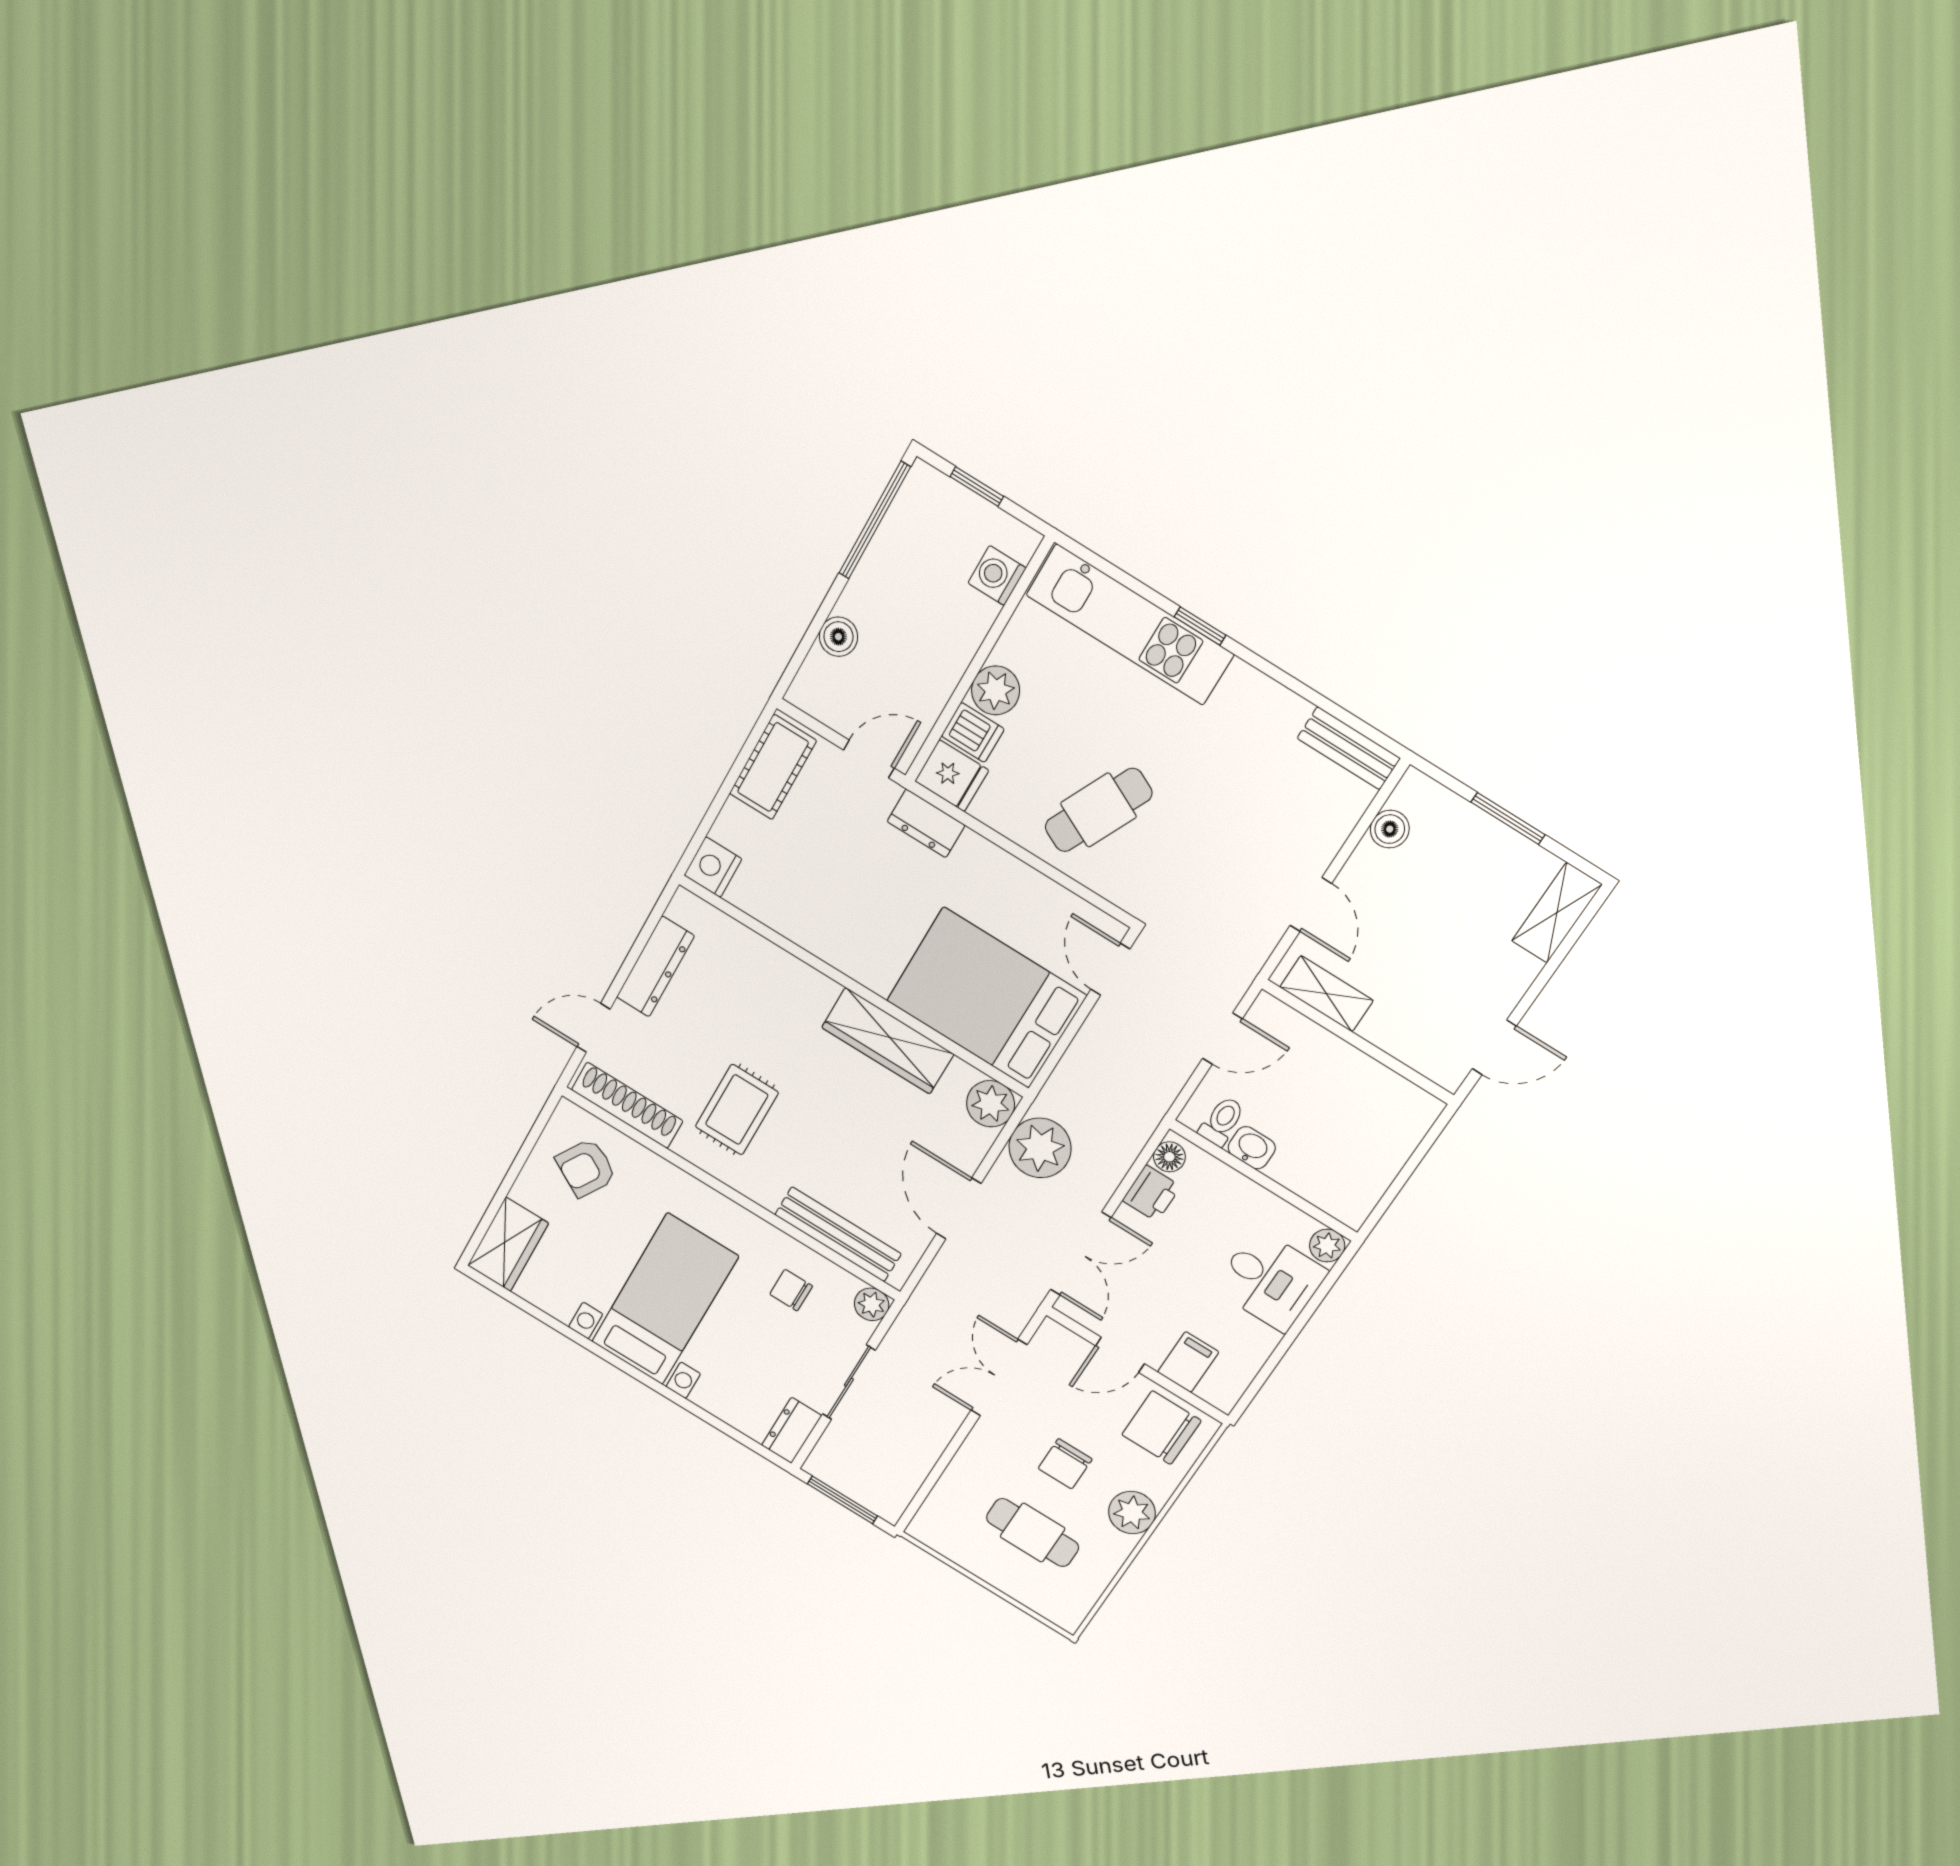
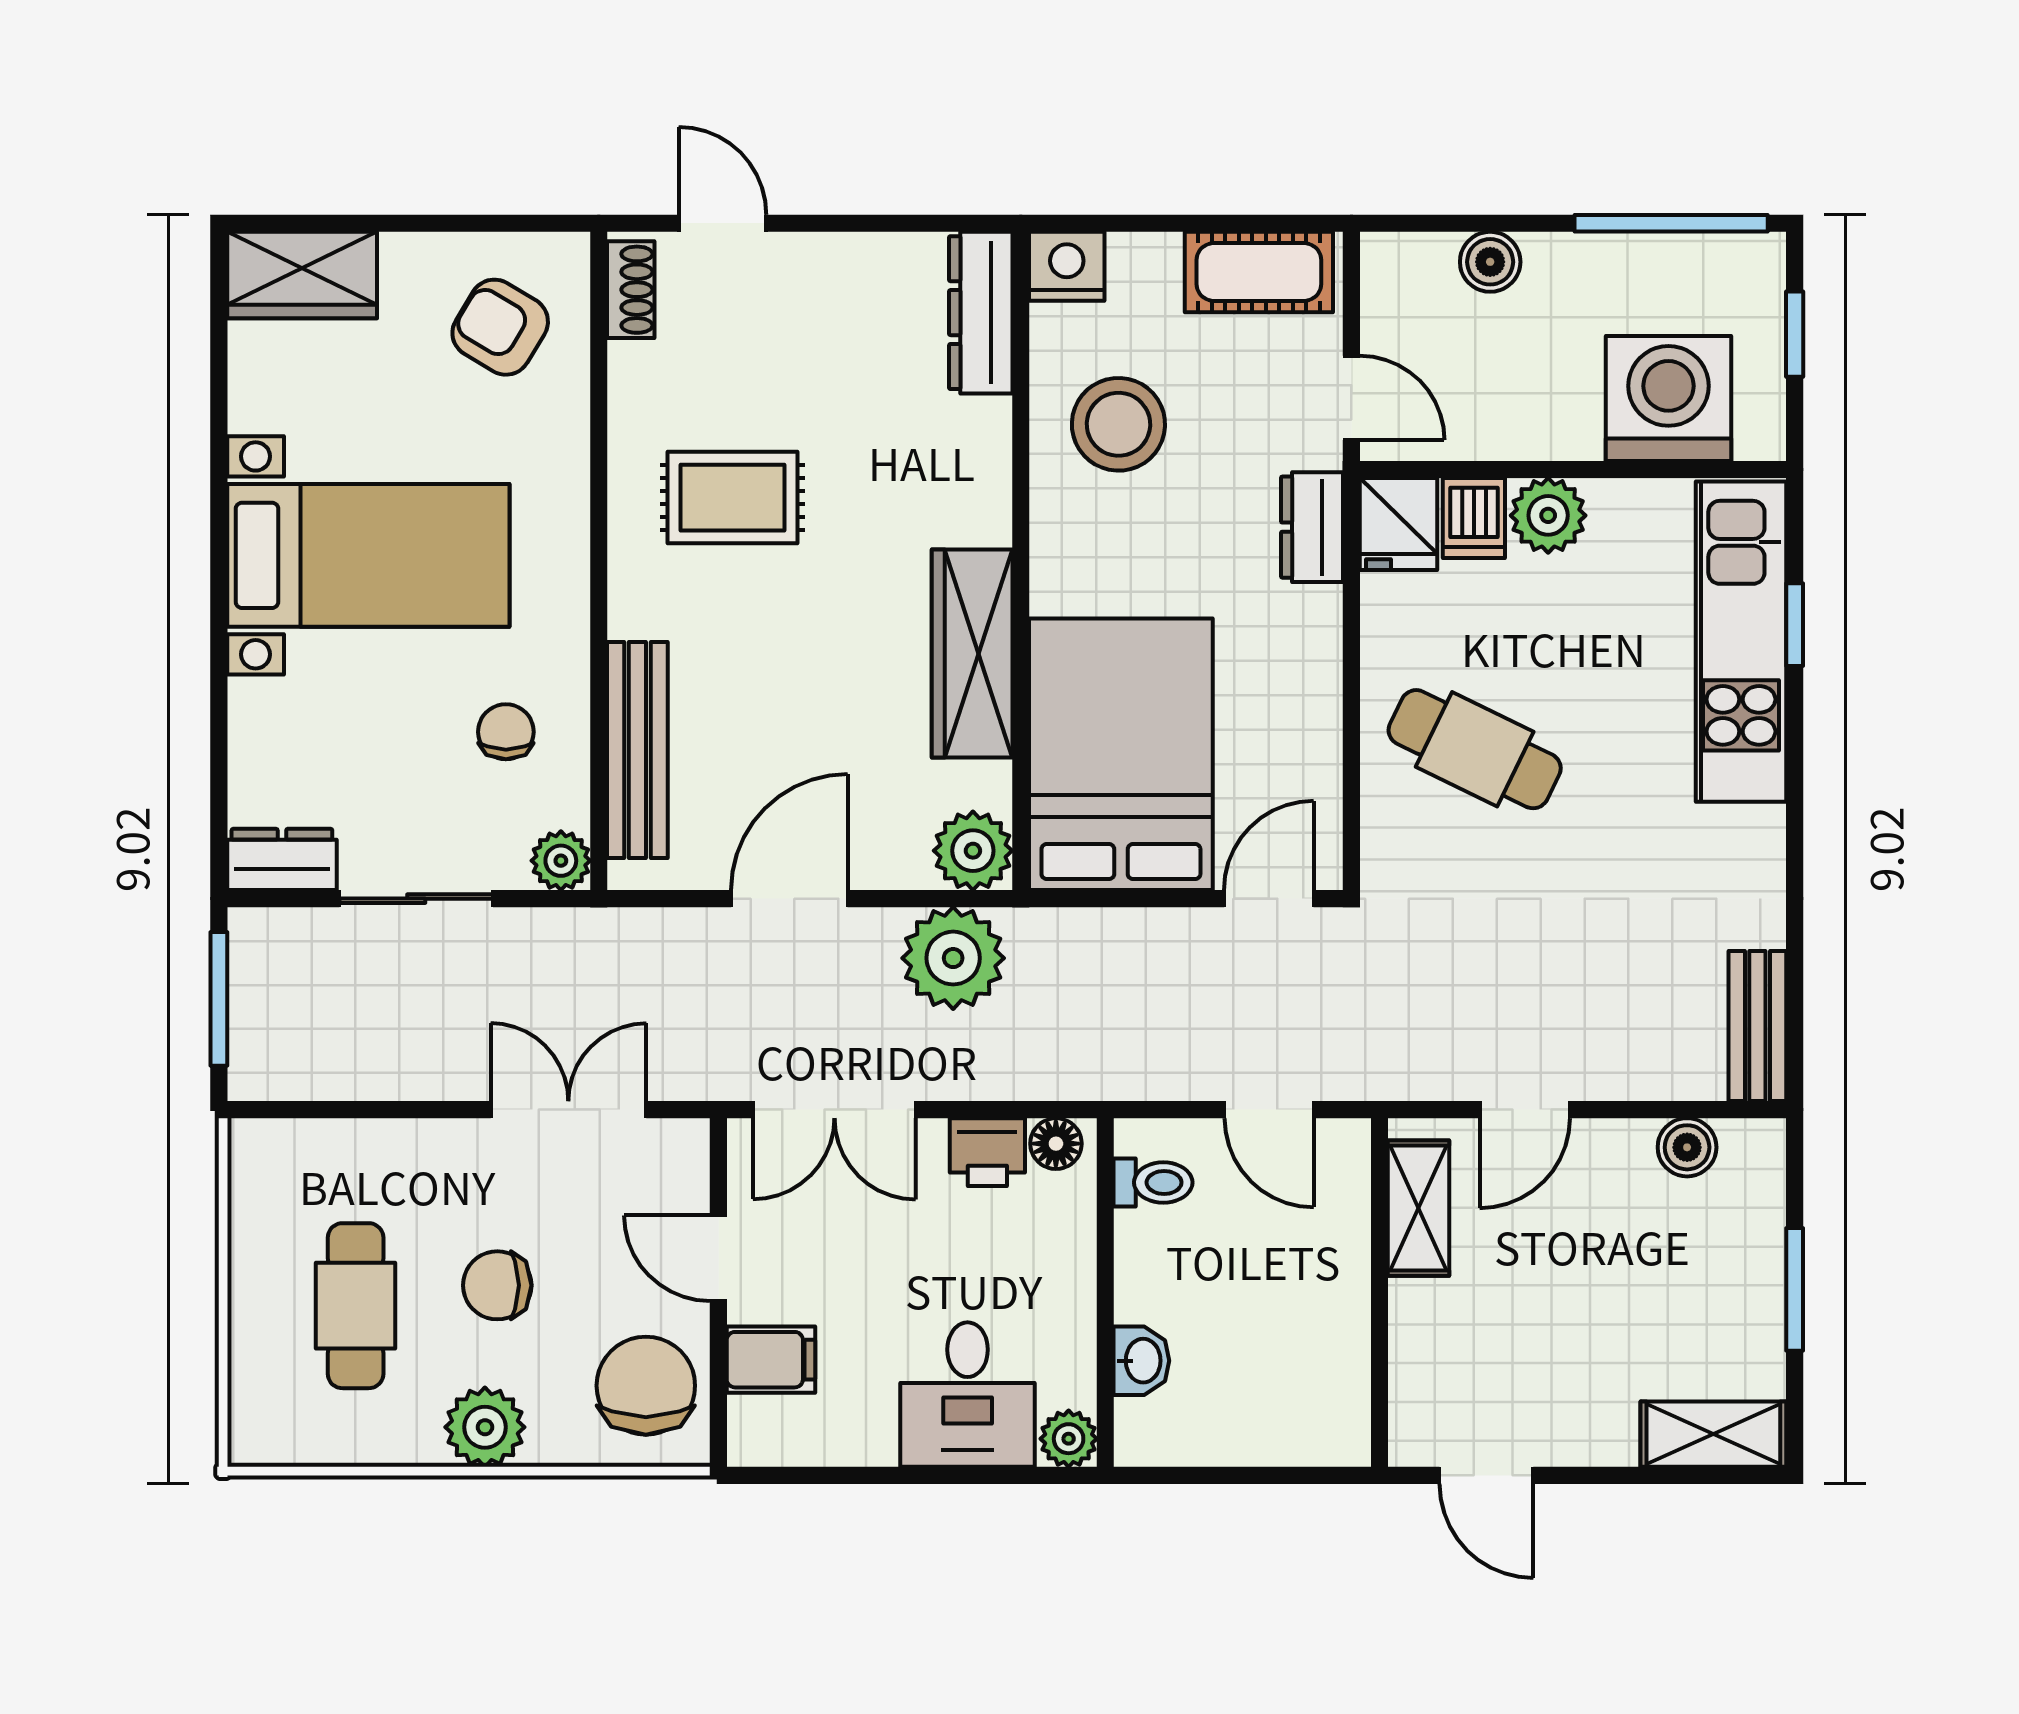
washing machine: (997, 575) -> (1668, 398), width x1.89, depth x1.89
window: (1200, 626) -> (1795, 625), moved
stool: (812, 892) -> (1118, 424), added
dresser: (655, 967) -> (981, 313), moved, turned 90
shoe rack: (627, 1105) -> (631, 290), width x0.51, depth x0.81
washbasin: (1252, 1148) -> (1141, 1361), moved

